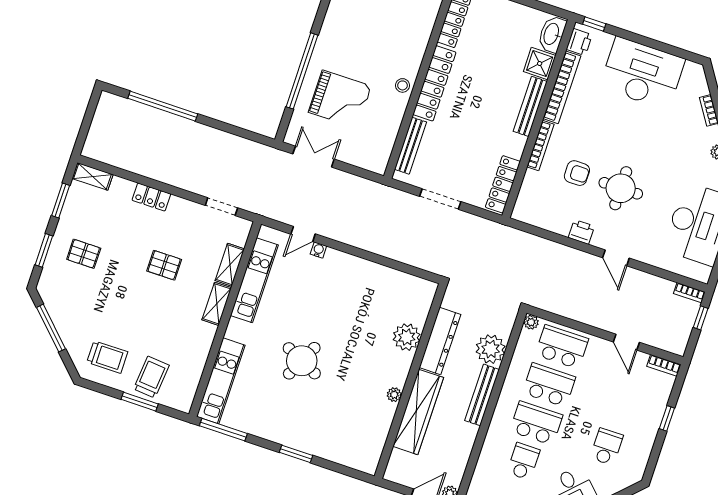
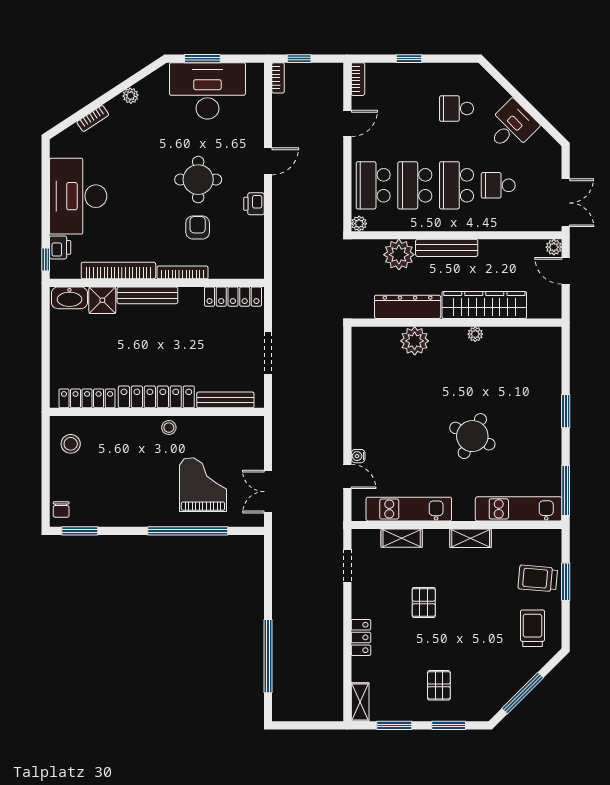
printer: (579, 42) -> (60, 247), moved, turned 90
shelving: (217, 304) -> (471, 538), moved

